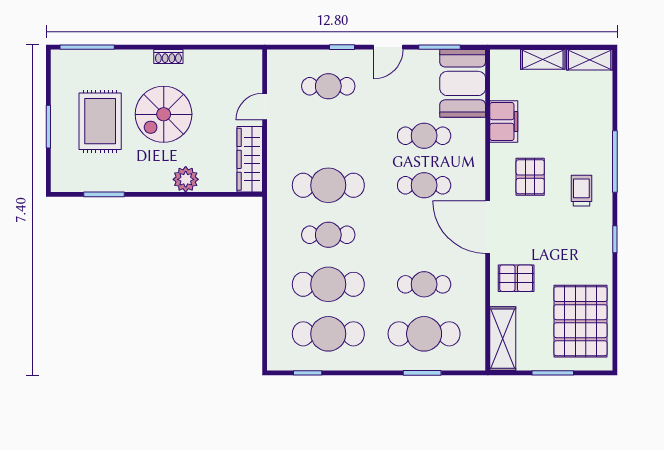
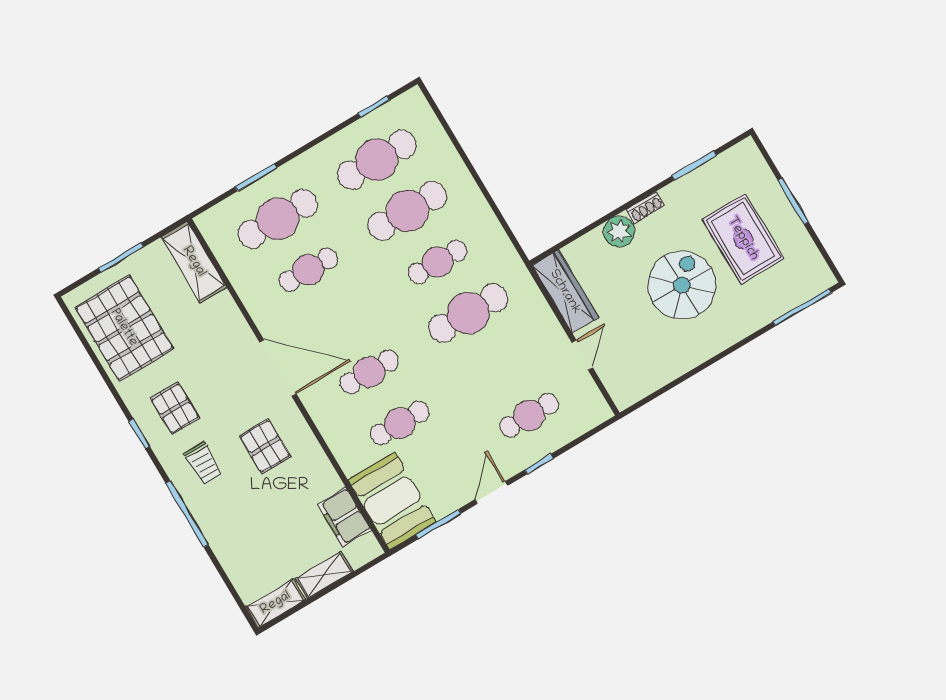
shoe rack: (168, 56) -> (646, 208), moved, turned 180
filing cabinet: (504, 122) -> (344, 517), moved
pallet: (516, 278) -> (175, 408), moved, turned 90

